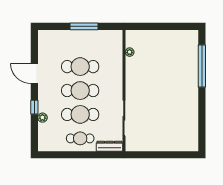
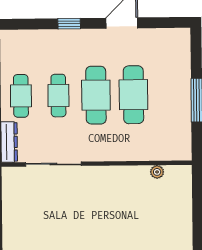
cafe table: (80, 114) -> (58, 96), width x0.73, depth x0.74
plant: (42, 118) -> (53, 36), removed

